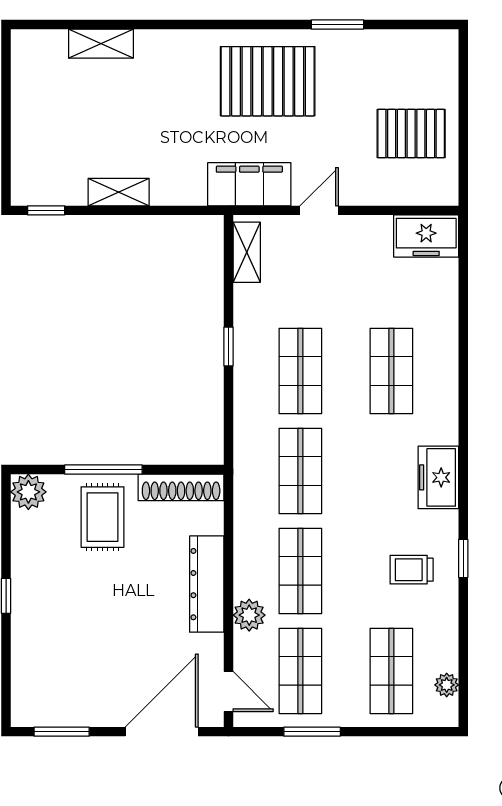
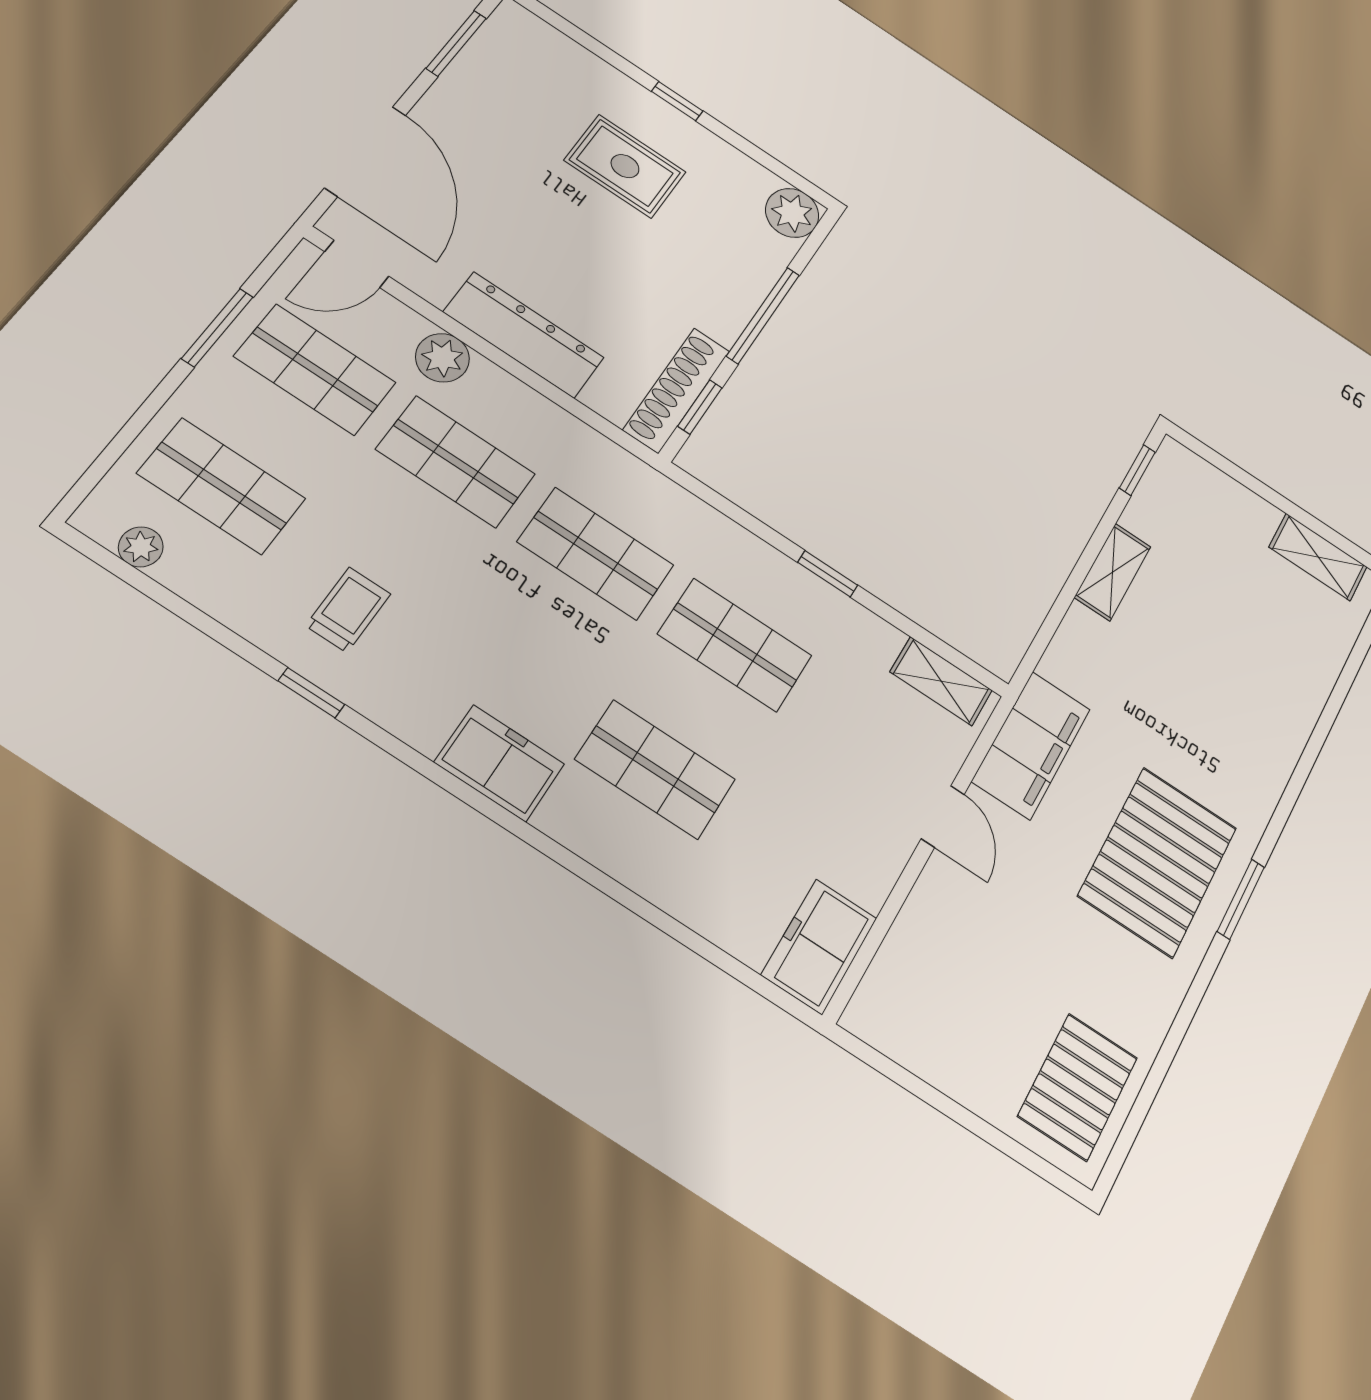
window: (338, 24) -> (1241, 899), moved
shelving: (101, 44) -> (1318, 557), moved, turned 90
pallet: (411, 134) -> (1078, 1087), moved
window: (182, 469) -> (700, 407), added
freezer: (438, 477) -> (499, 763), moved
rug: (103, 517) -> (625, 166), moved

